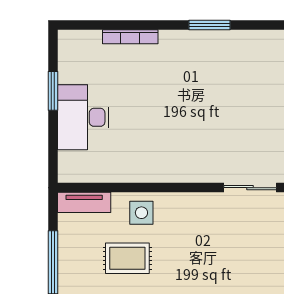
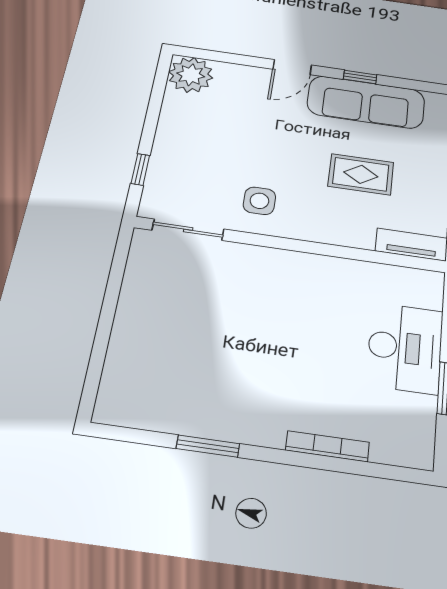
side table: (141, 213) -> (259, 201), moved

